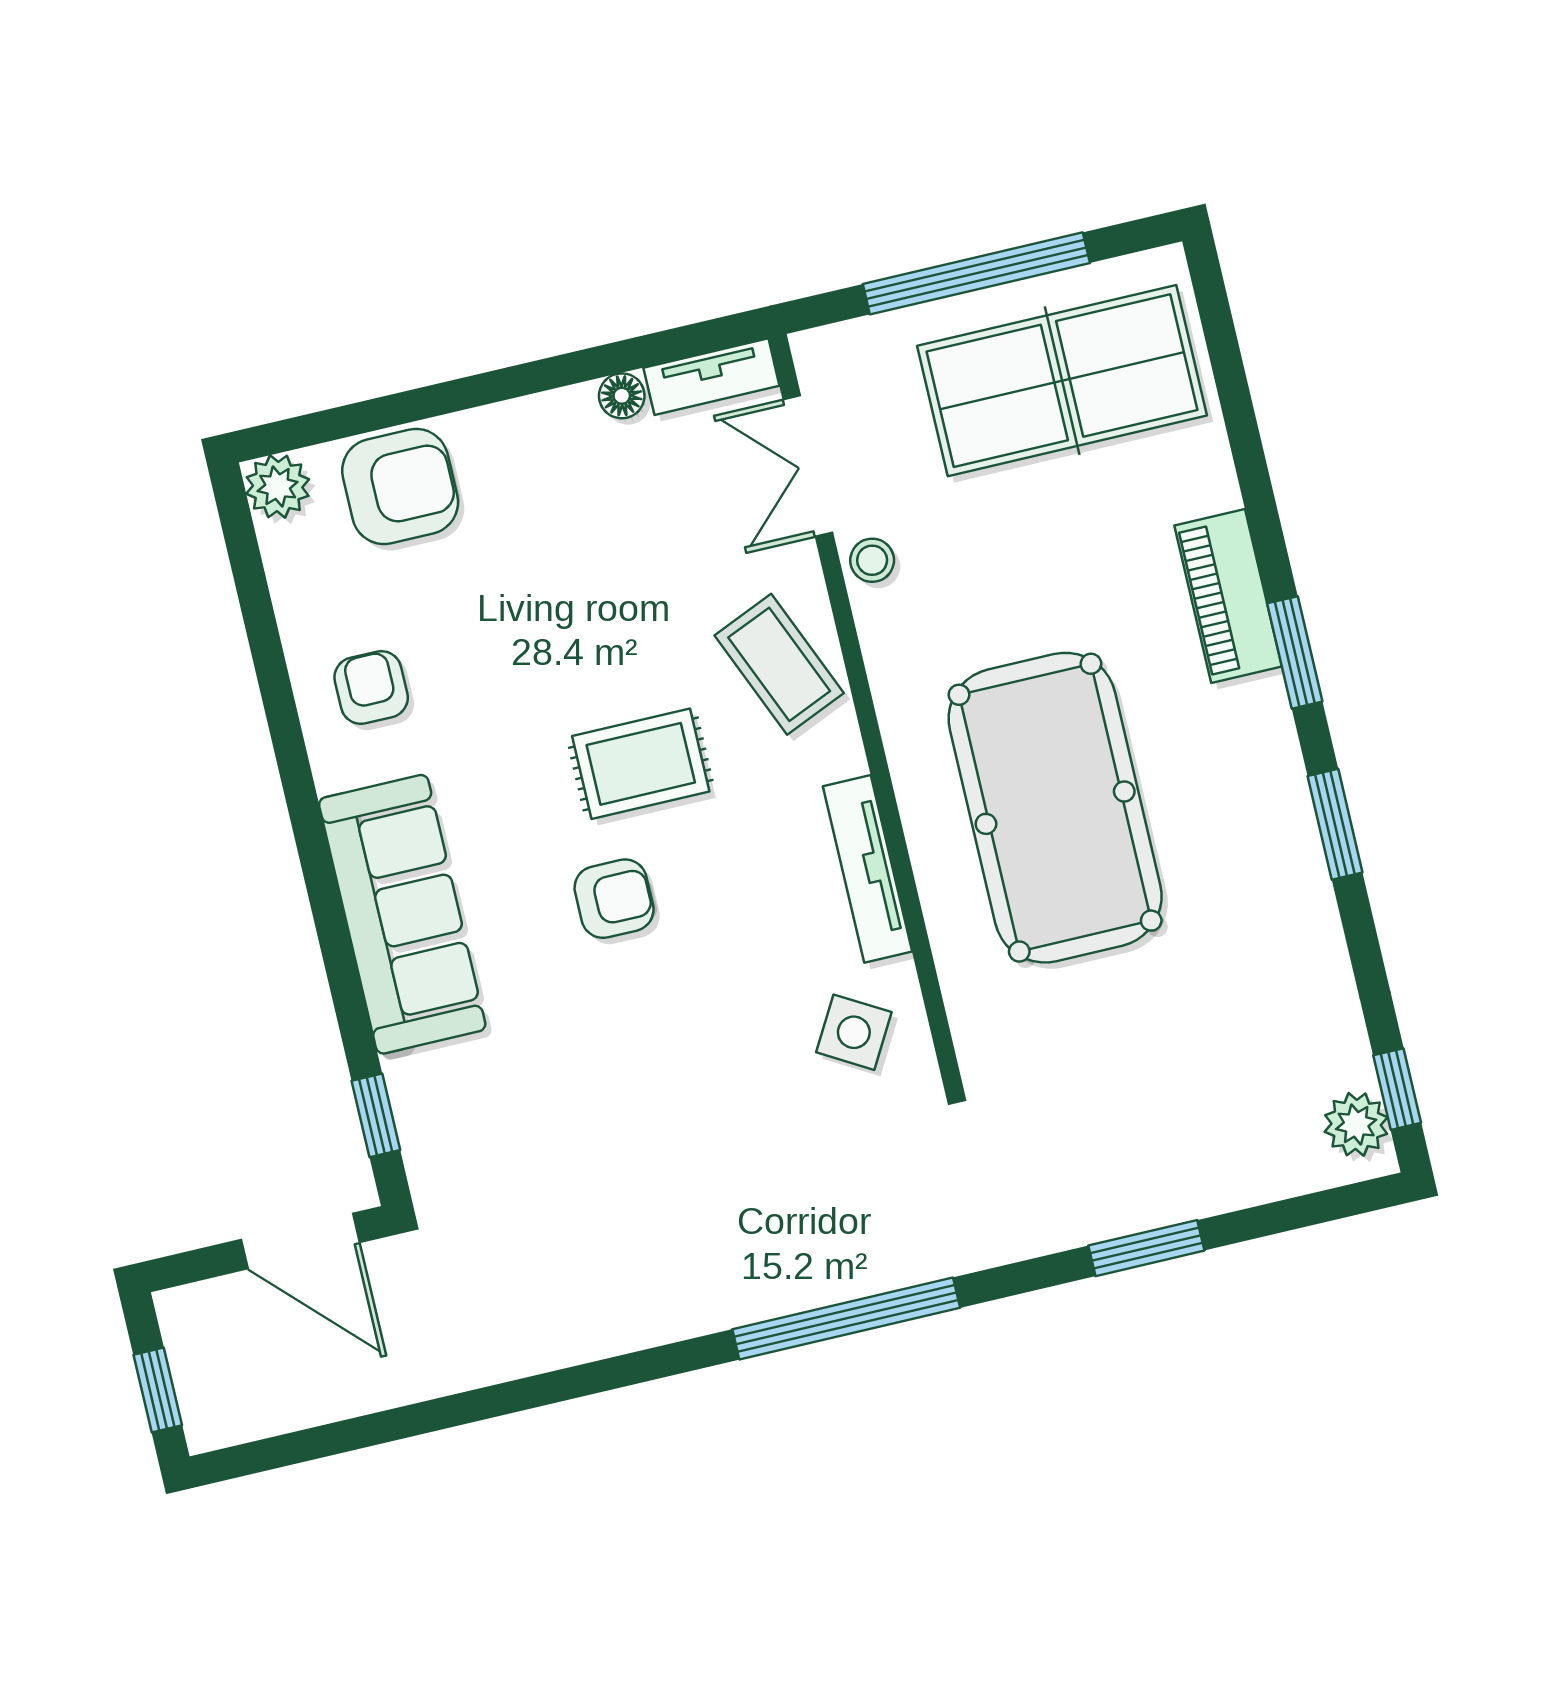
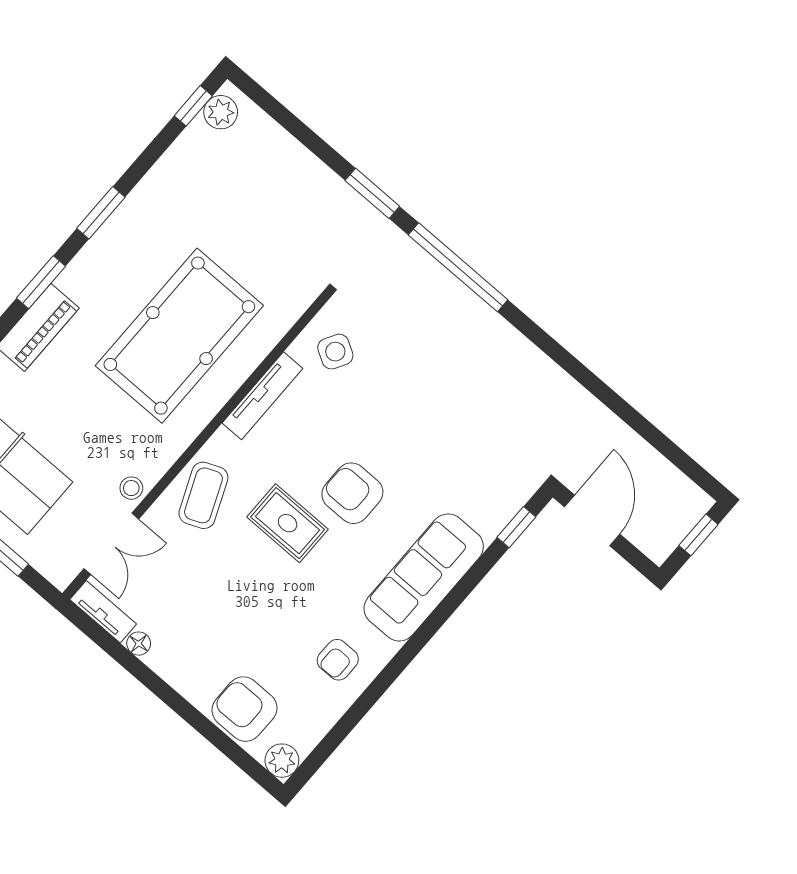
armchair: (614, 899) -> (352, 493), width x1.38, depth x1.38
window: (1146, 1248) -> (372, 193), moved

